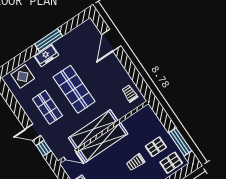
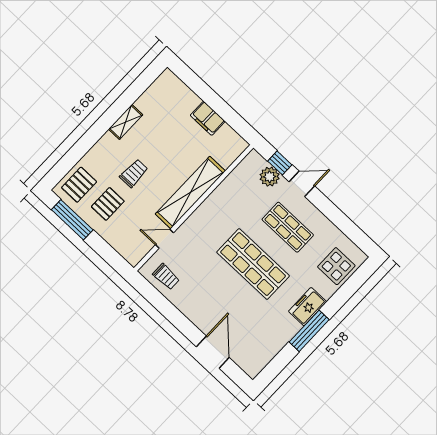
shelving: (93, 129) -> (210, 209), removed
plant: (52, 141) -> (270, 177), added
door: (70, 155) -> (165, 239), moved

